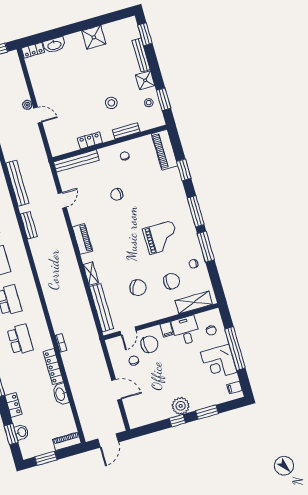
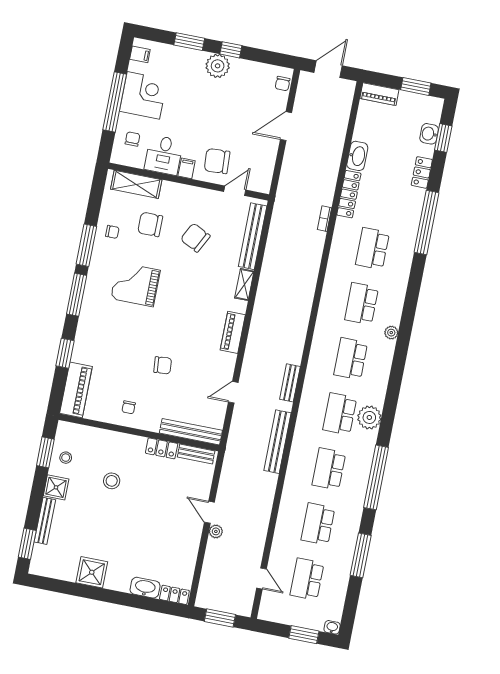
bench: (126, 131) -> (196, 454), moved
chair: (134, 361) -> (283, 84), moved
door: (117, 390) -> (286, 126), hinge flipped

